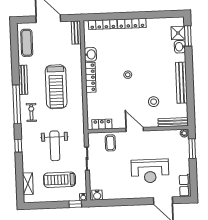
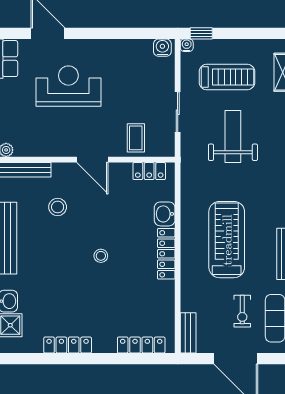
locker: (132, 23) -> (68, 345), moved
washbasin: (90, 54) -> (165, 214), moved
exercise bike: (31, 112) -> (242, 311), moved

